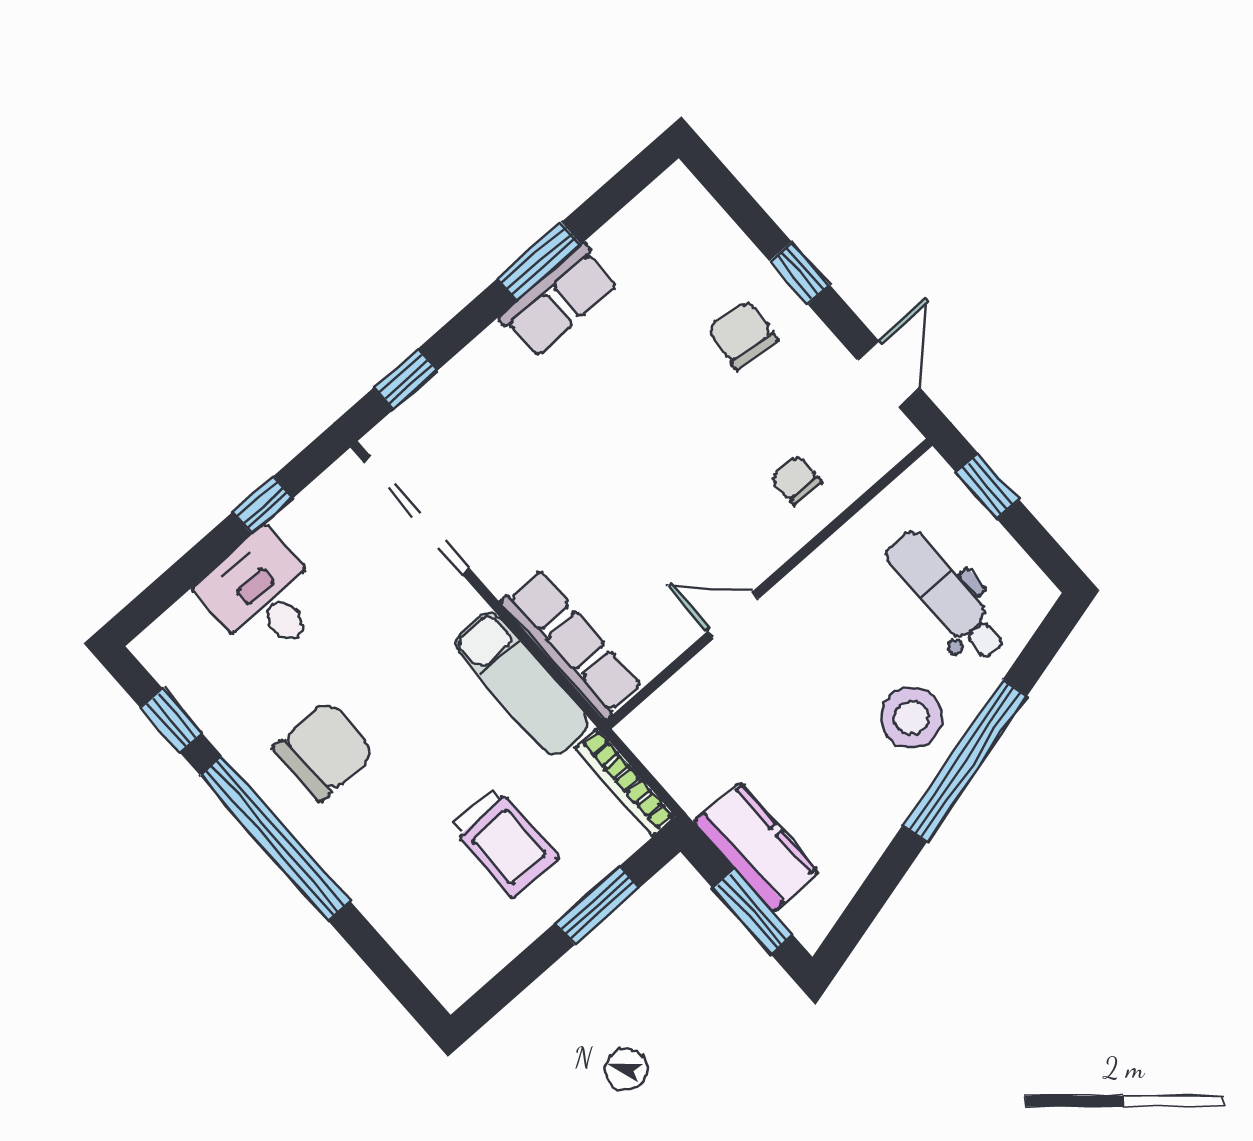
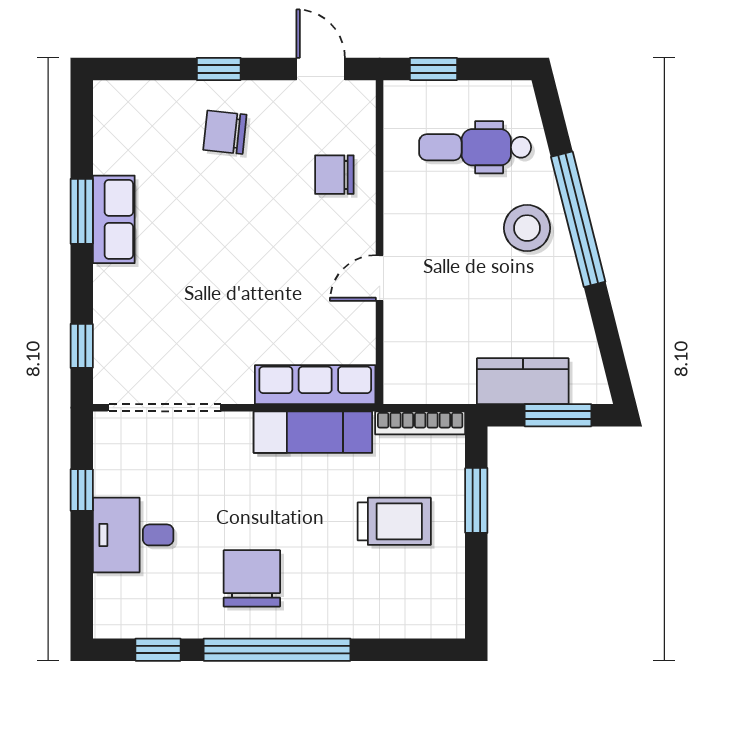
chair: (796, 480) -> (334, 175), width x1.37, depth x1.37

